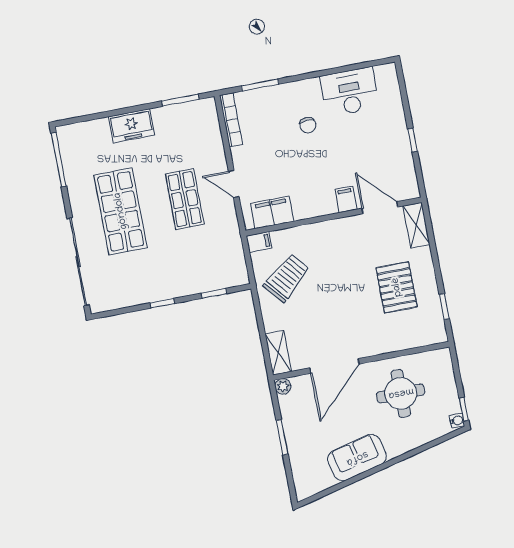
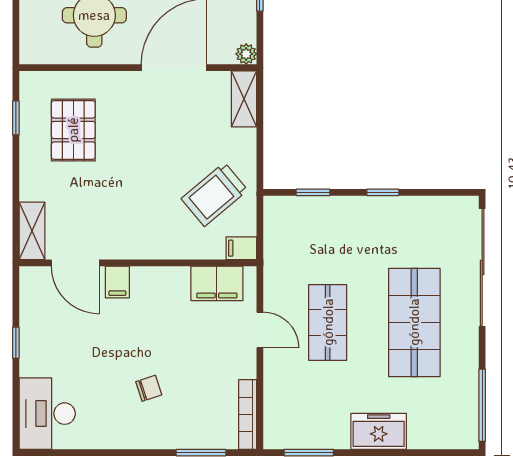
desk: (350, 92) -> (47, 414), moved, turned 90
chair: (308, 125) -> (149, 388), turned 76
pallet: (397, 287) -> (73, 130), moved

